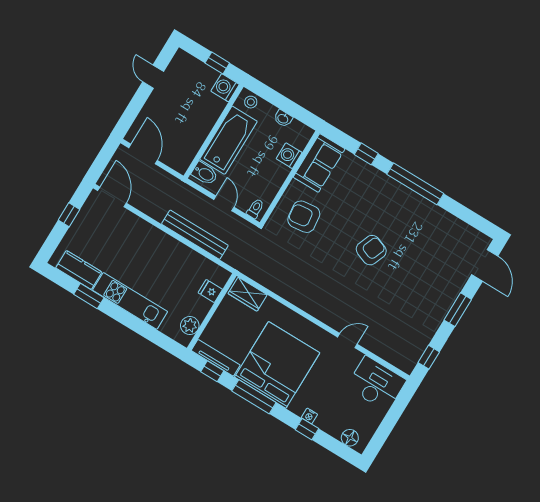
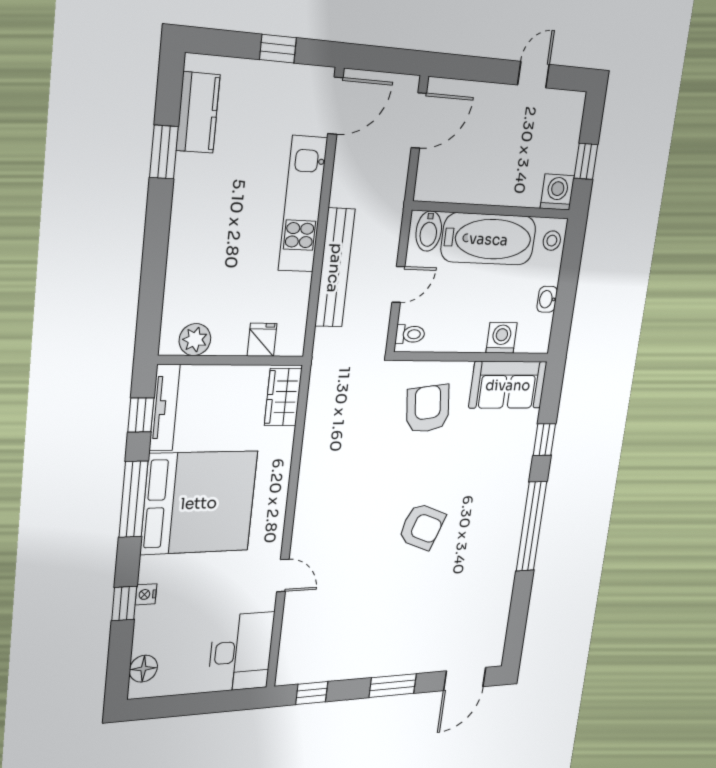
kitchen unit: (130, 301) -> (303, 204), moved, turned 180

